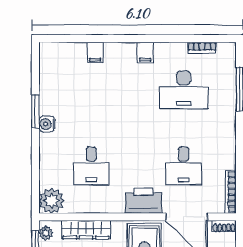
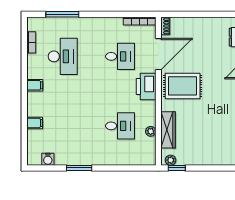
water cooler: (47, 124) -> (48, 159), moved
plant: (52, 201) -> (151, 131), moved, width x0.53, depth x0.53

